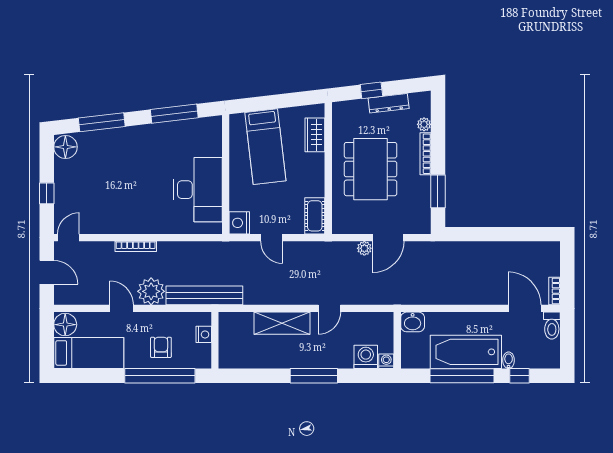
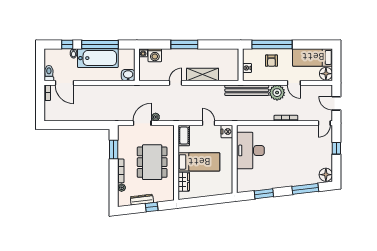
window: (174, 114) -> (264, 194), width x0.69
bed: (265, 147) -> (199, 162), moved, turned 97

